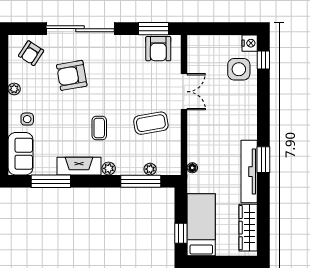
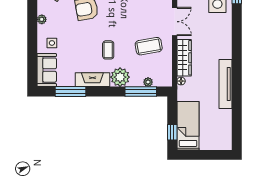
window: (263, 160) -> (237, 75), removed
plant: (109, 168) -> (120, 77), width x1.87, depth x1.87
wardrobe: (248, 228) -> (184, 58), moved, turned 180

